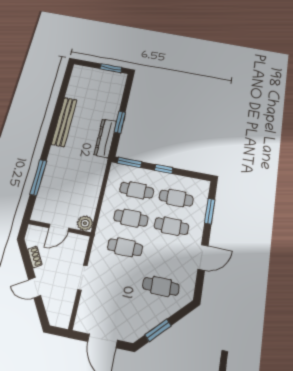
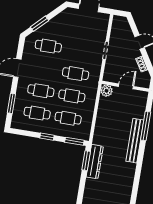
bench: (64, 122) -> (135, 141), moved
window: (120, 122) -> (86, 161), moved
window: (158, 330) -> (40, 24), moved

